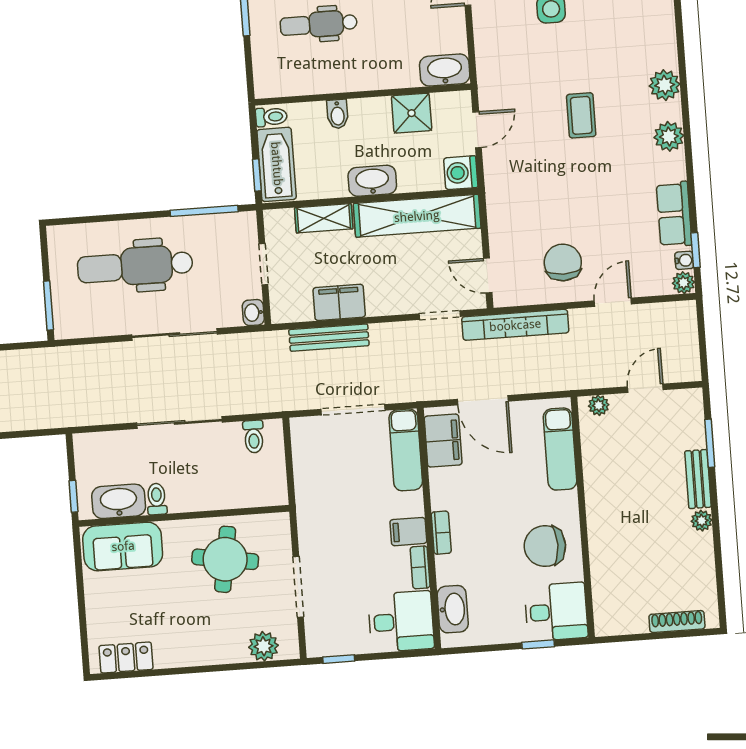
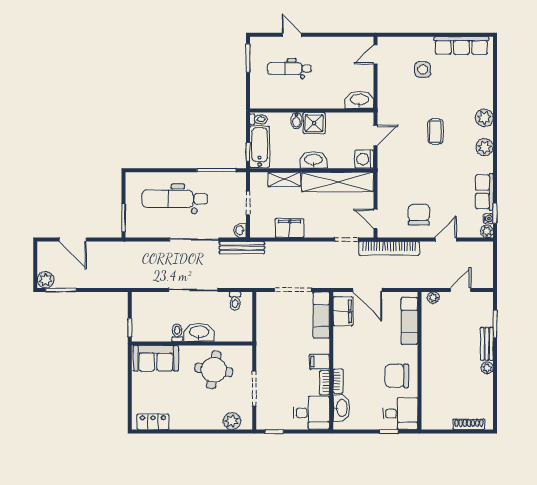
shower: (412, 113) -> (314, 123), moved
bench: (329, 338) -> (242, 248), moved
washbasin: (119, 501) -> (199, 332), moved
bookcase: (441, 533) -> (338, 381), moved

